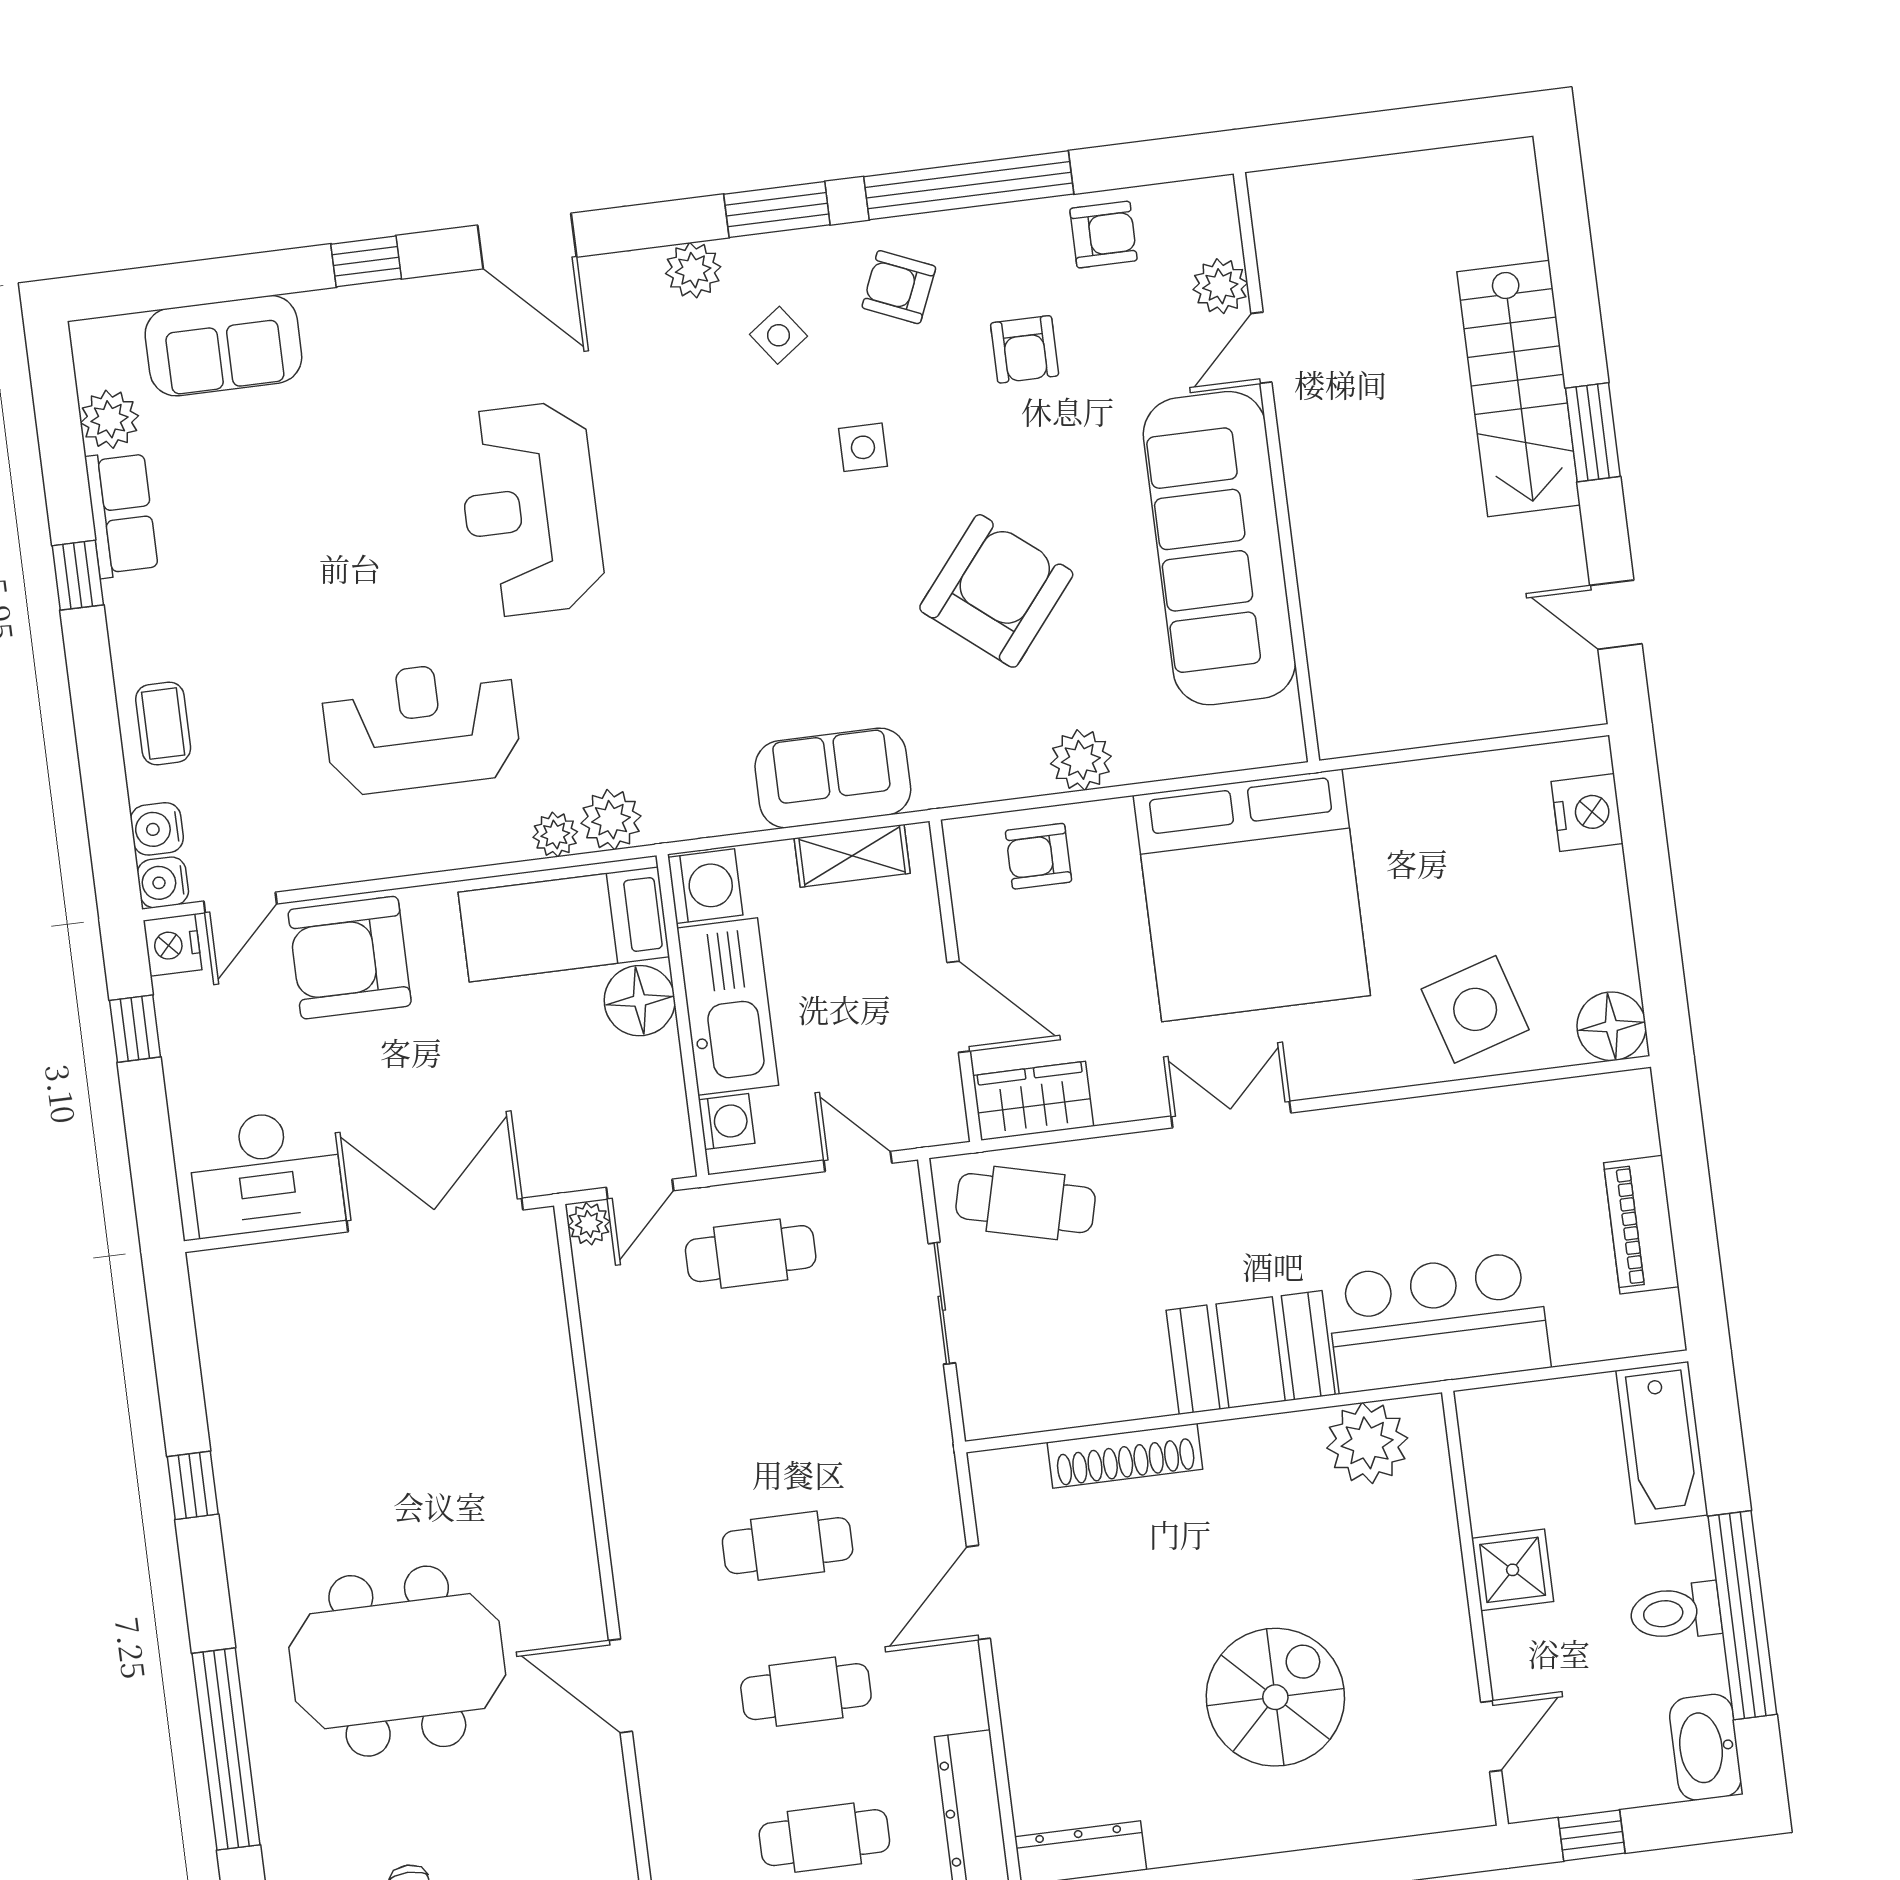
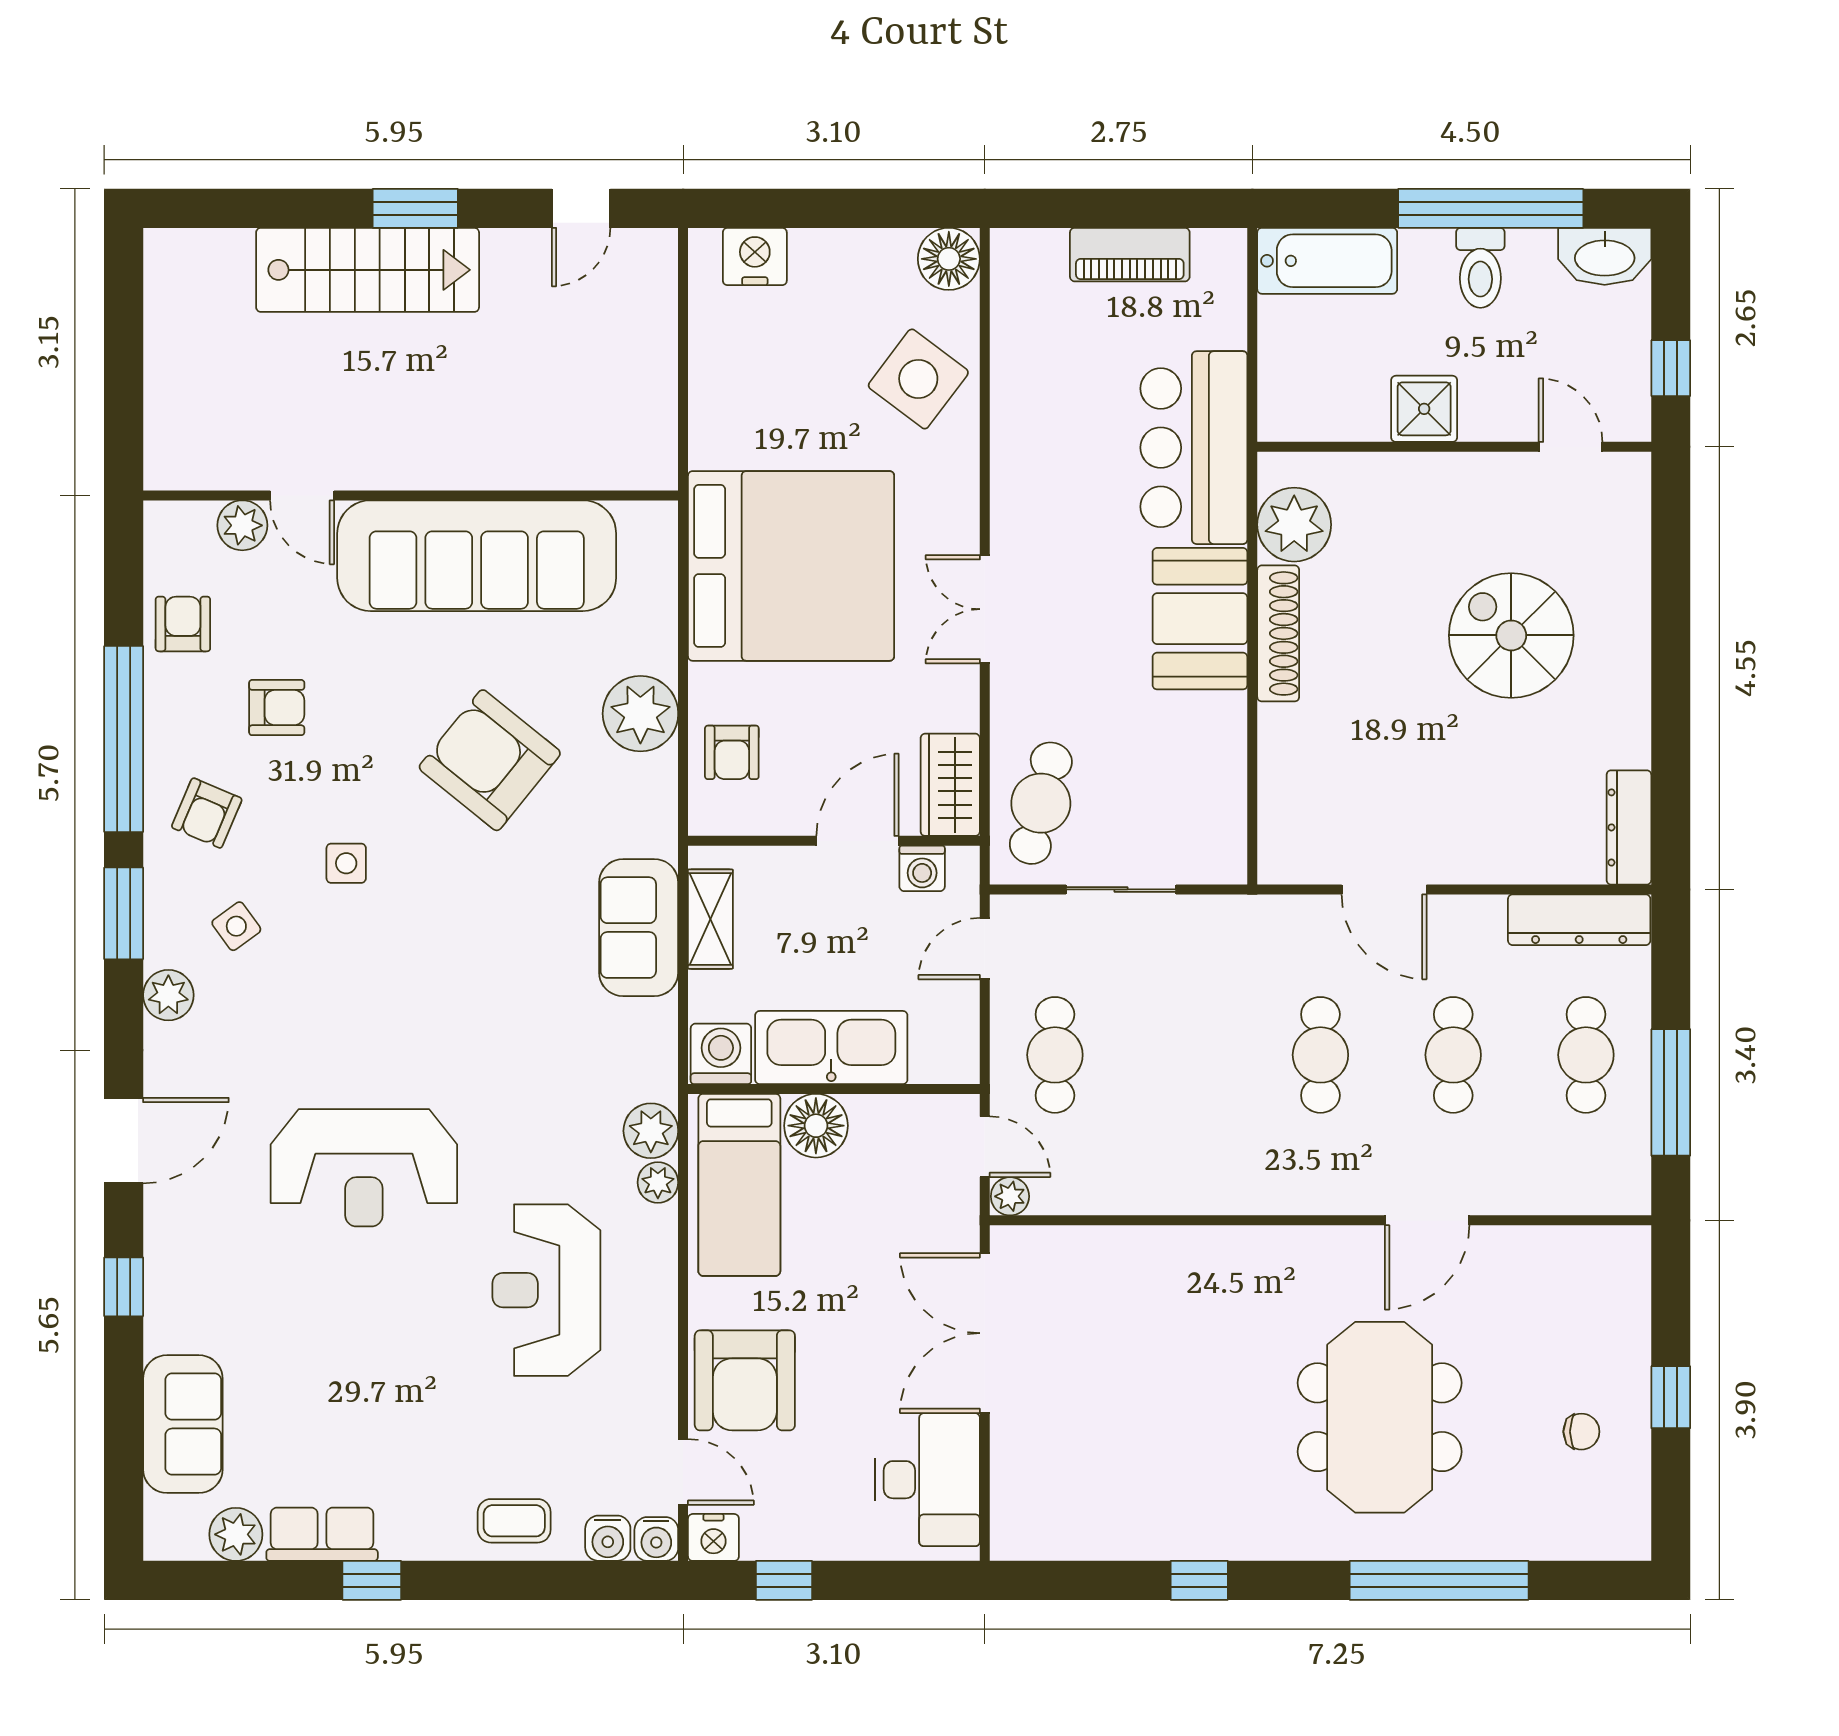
plant: (1081, 760) -> (640, 714), width x1.36, depth x1.36
side table: (1475, 1009) -> (918, 379), turned -36
washing machine: (727, 1122) -> (922, 868), moved, turned 180
shoe rack: (1125, 1456) -> (1278, 633), moved

